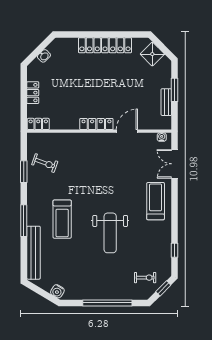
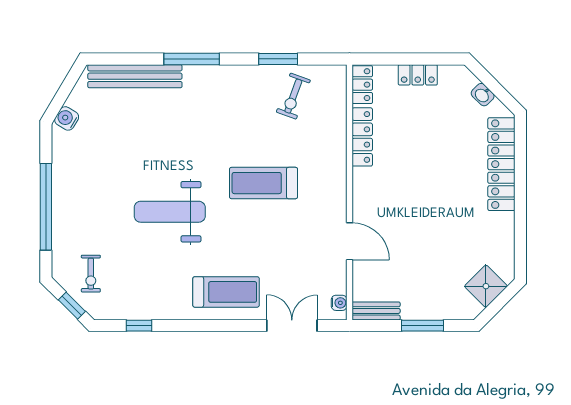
locker: (105, 45) -> (501, 164), moved
bench: (166, 102) -> (376, 311), moved
locker: (96, 124) -> (362, 137), moved
treadmill: (62, 219) -> (263, 183), moved

